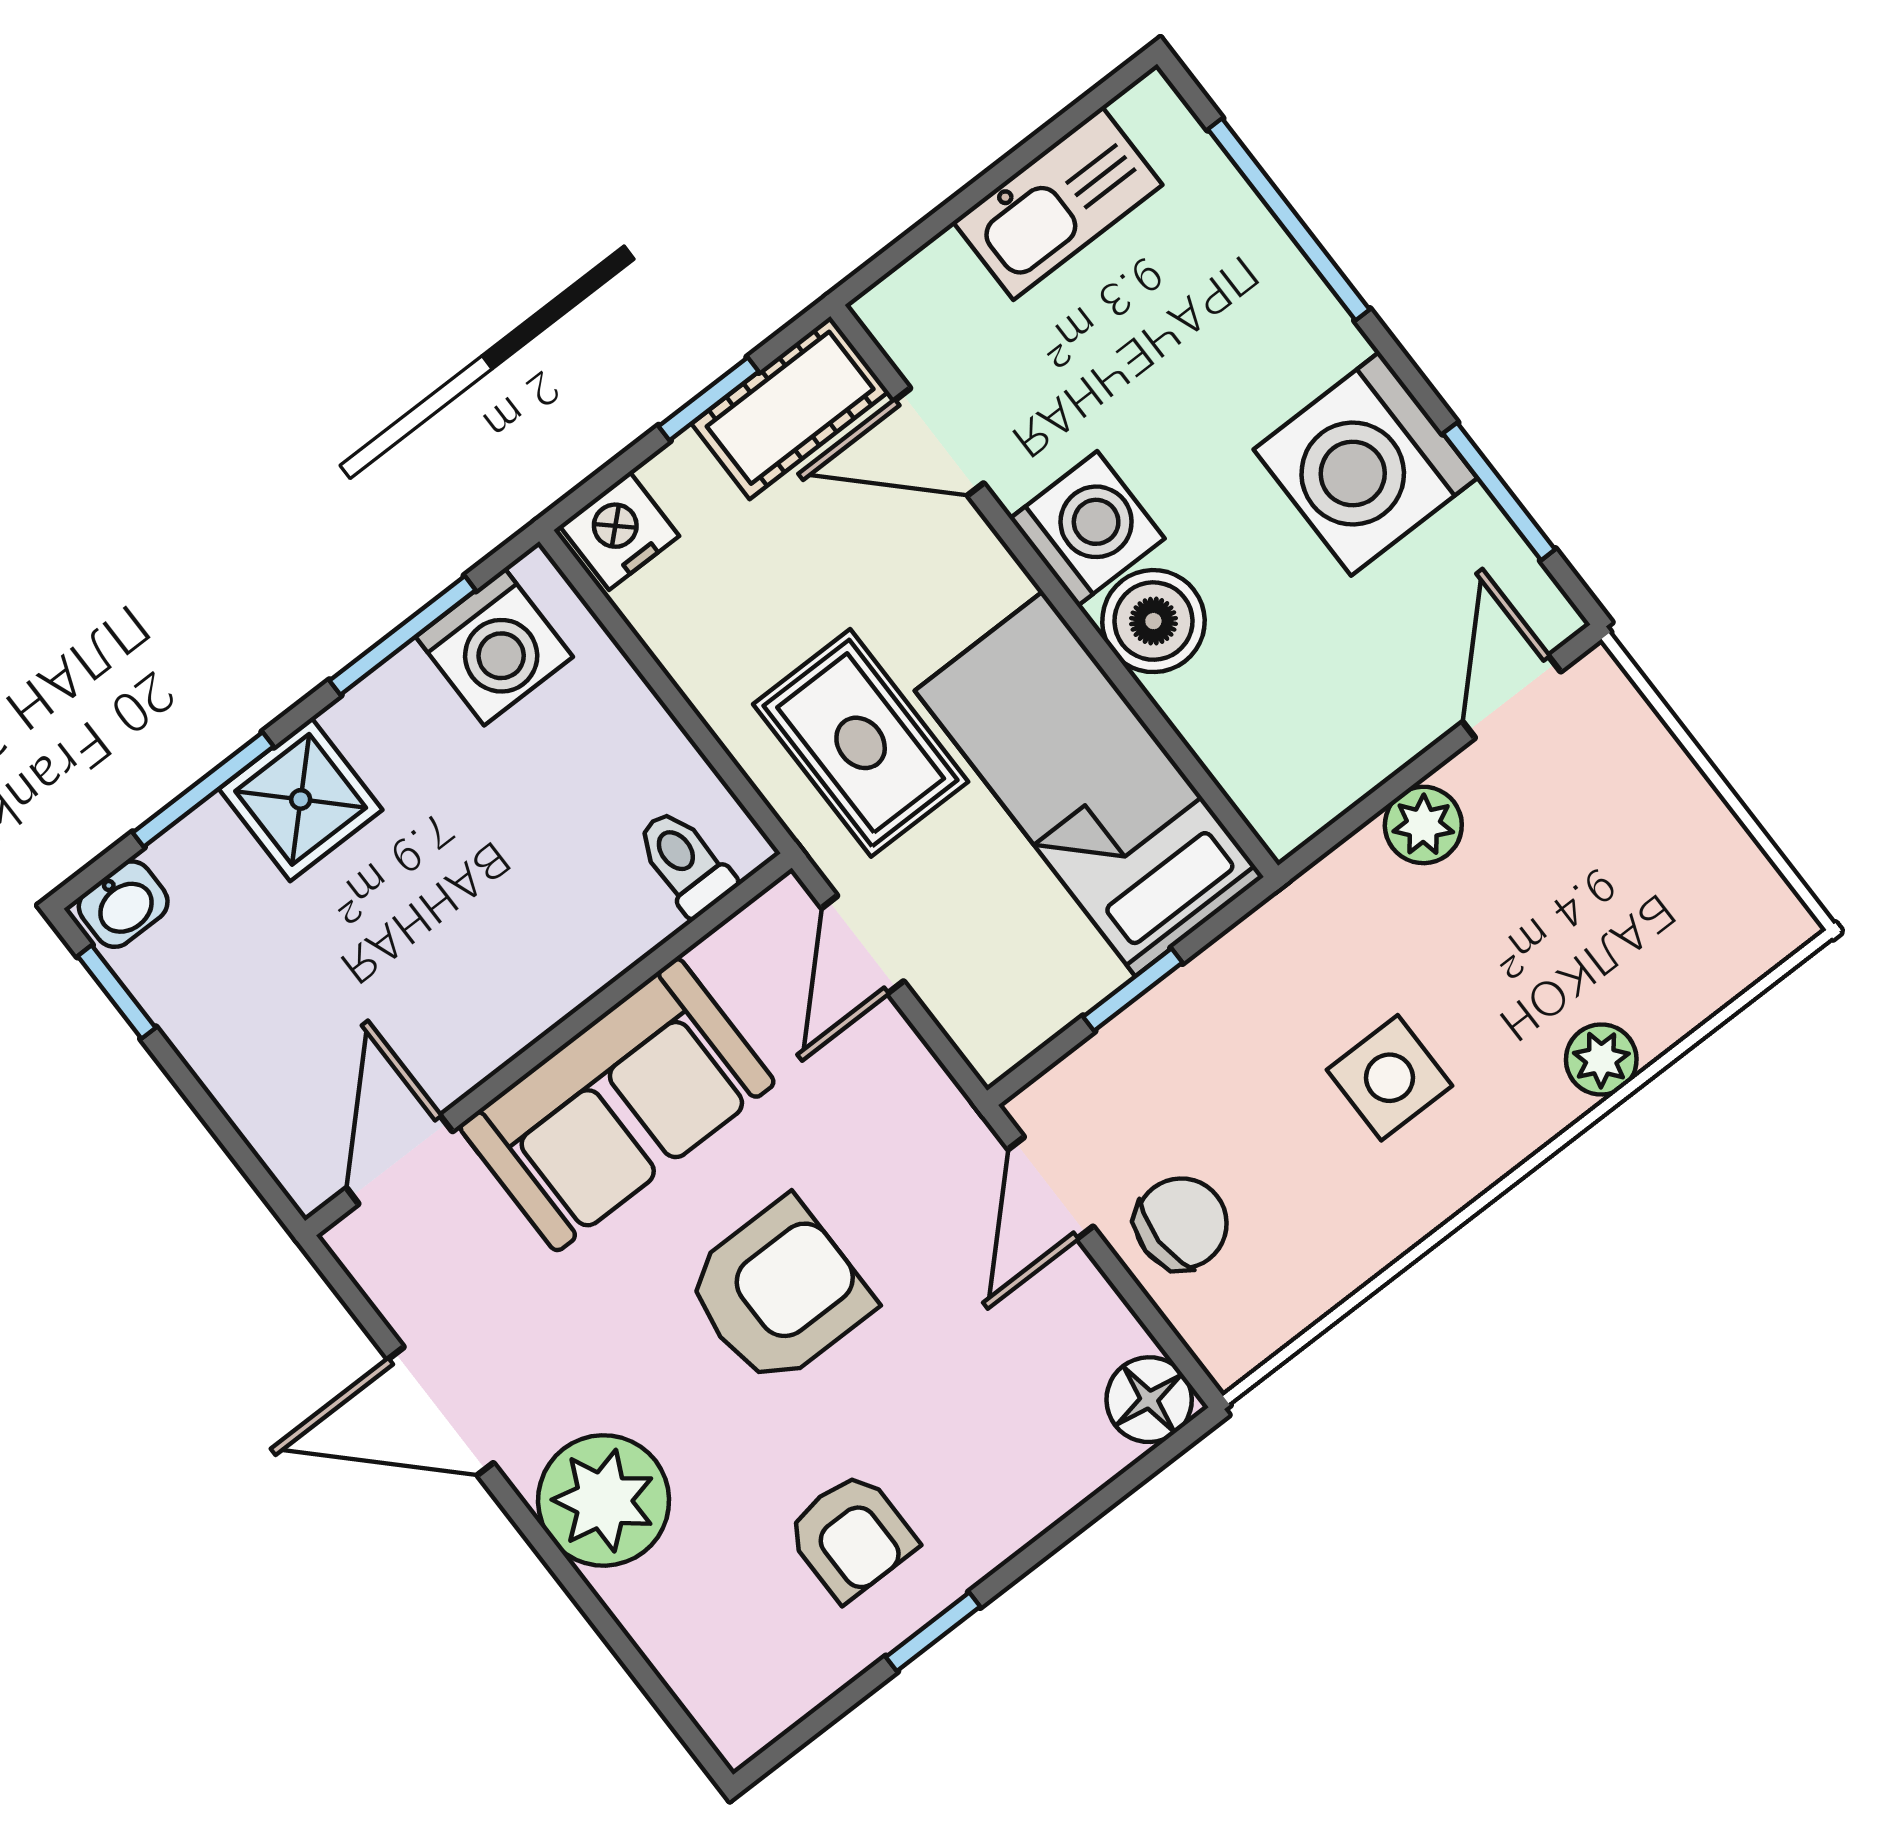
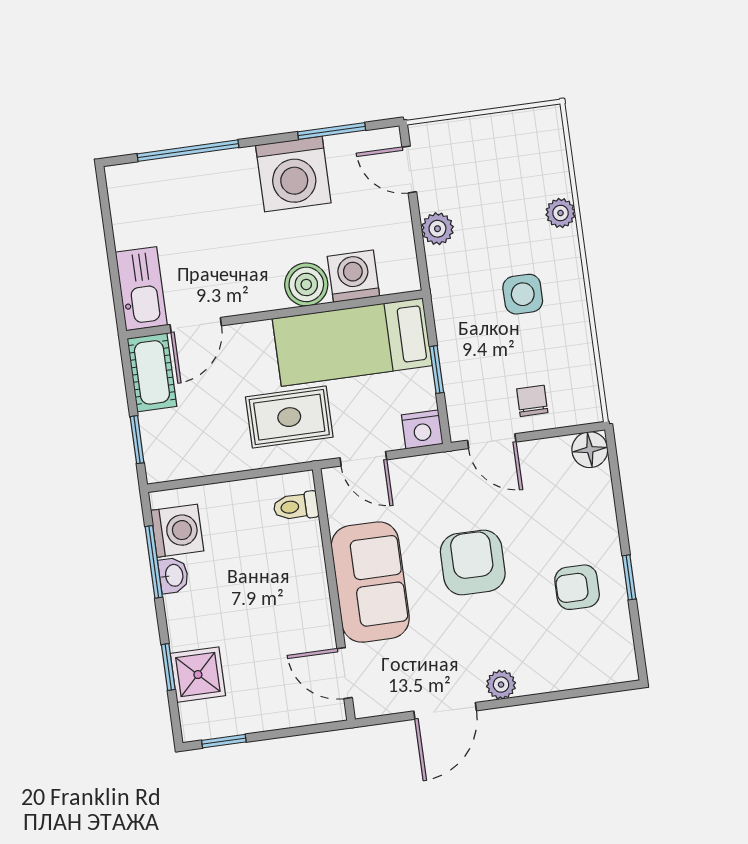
kitchen sink: (1058, 203) -> (141, 289), moved
window: (709, 399) -> (137, 440), moved
washing machine: (1087, 529) -> (353, 276), moved
nightstand: (619, 531) -> (422, 429), moved, turned -90
window: (203, 790) -> (168, 667), width x0.67
shower: (301, 799) -> (198, 675), moved
washbasin: (123, 904) -> (173, 575), moved
chair: (1181, 1223) -> (532, 401), width x0.73, depth x0.73
plant: (604, 1500) -> (501, 685), width x0.53, depth x0.53
armchair: (851, 1536) -> (577, 587), turned 180

